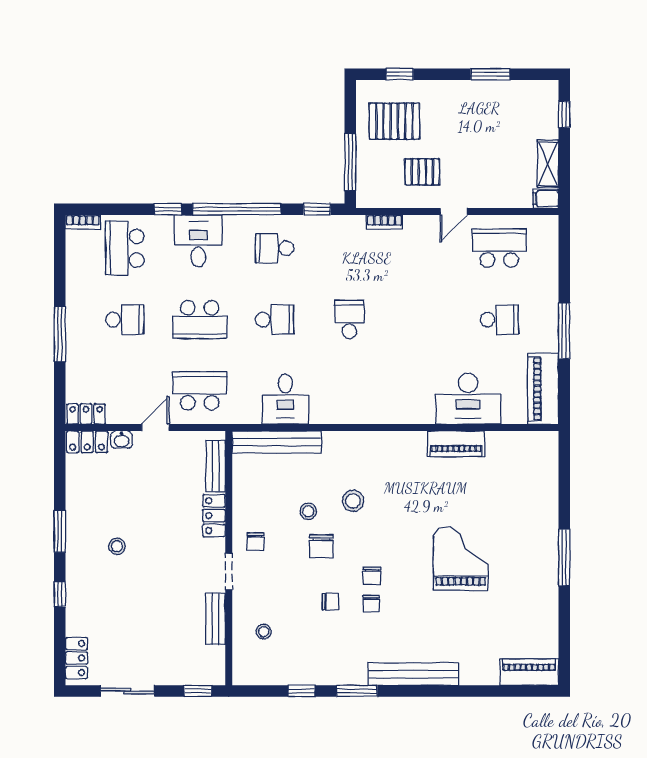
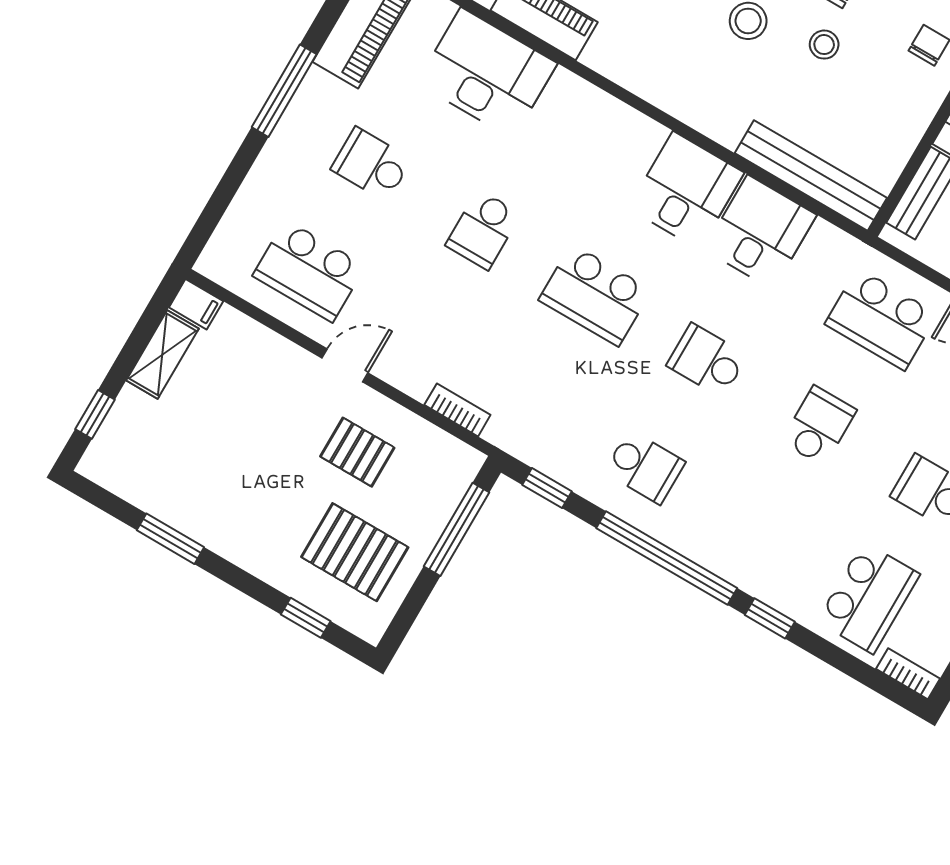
desk: (198, 241) -> (686, 190), moved, turned 180
school desk: (200, 320) -> (819, 426), width x0.54
school desk: (349, 320) -> (595, 295), width x1.85
school desk: (424, 320) -> (483, 230), added

